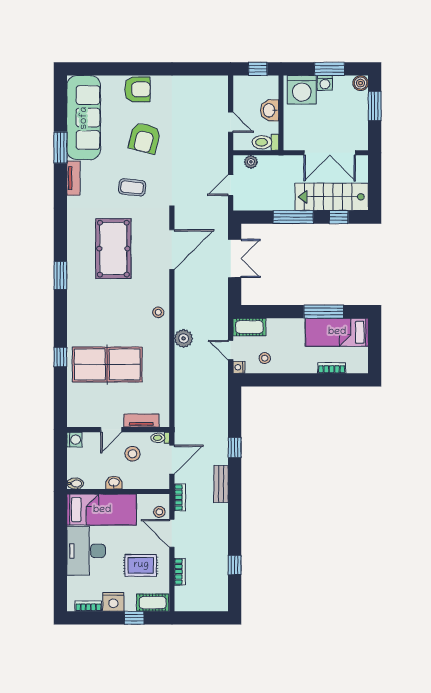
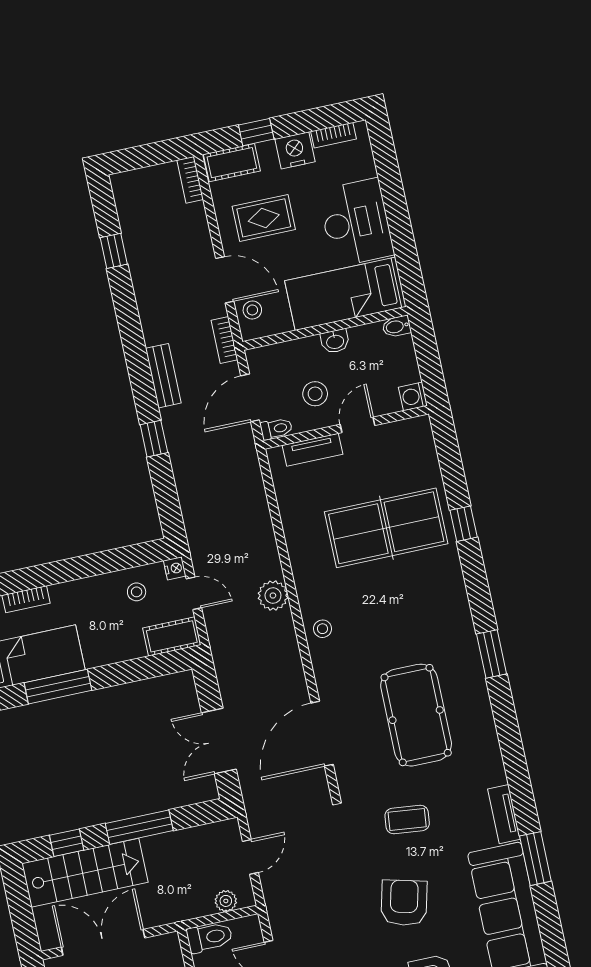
bookcase: (180, 572) -> (190, 180), moved

